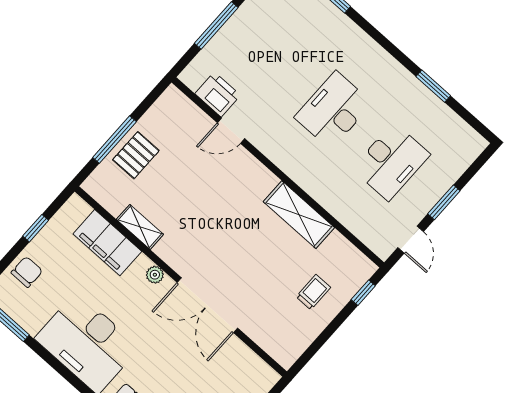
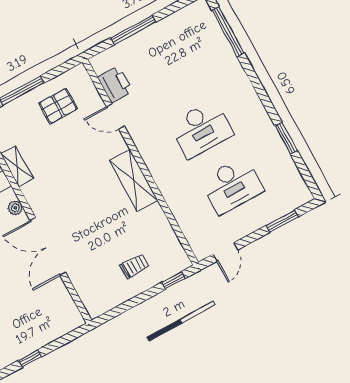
desk: (333, 110) -> (201, 129), turned 180
pallet: (136, 155) -> (58, 106), moved
window: (444, 202) -> (282, 221), moved
shelving: (299, 215) -> (133, 180), moved

